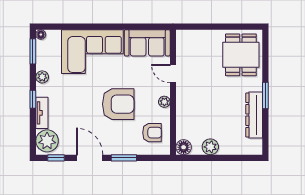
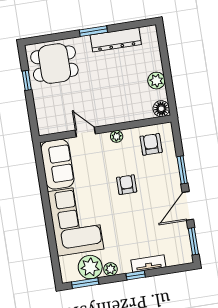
window: (229, 27) -> (27, 80), added
floor lamp: (41, 35) -> (66, 278), removed
door: (173, 74) -> (85, 132), swing flipped
armchair: (118, 104) -> (127, 185), width x0.53, depth x0.53
plant: (47, 141) -> (90, 267), moved
window: (56, 158) -> (193, 241), width x1.50

